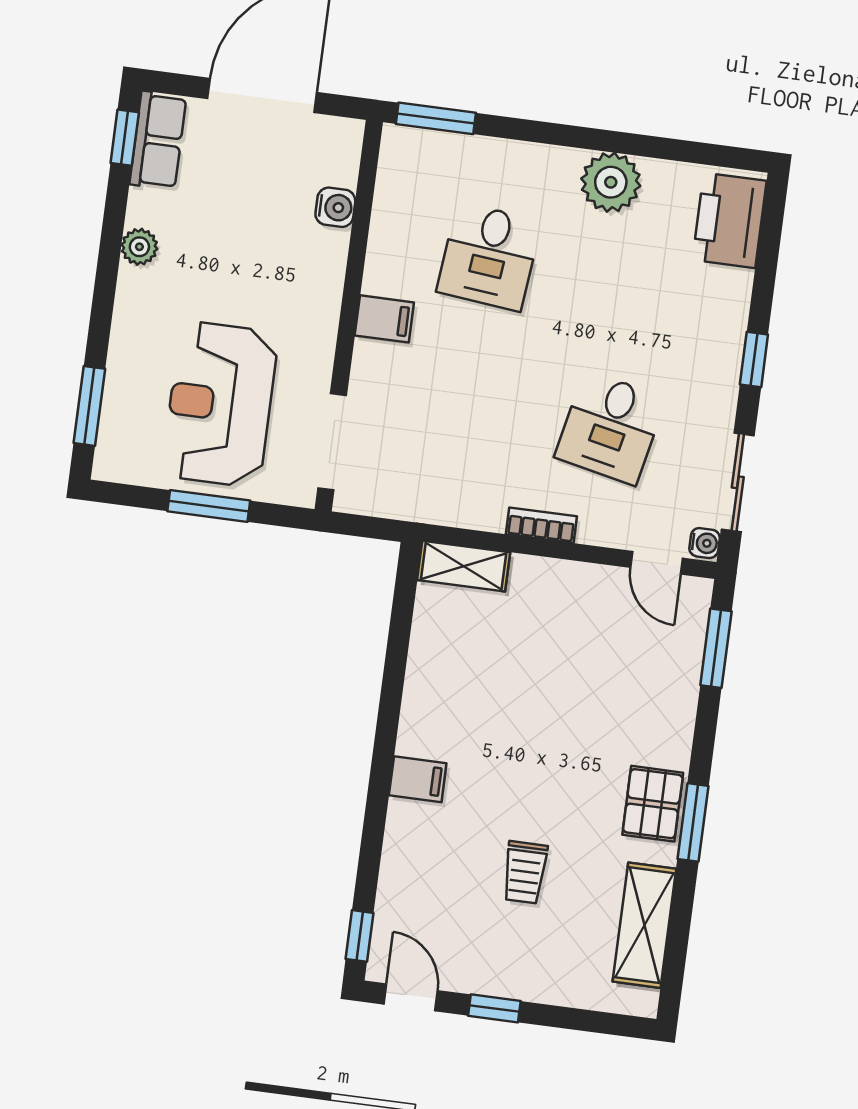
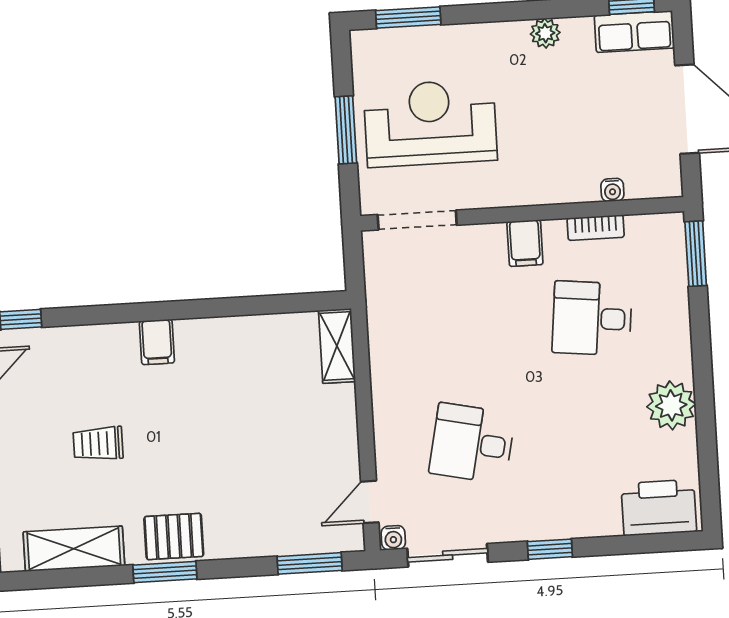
water cooler: (335, 207) -> (612, 190), width x0.72, depth x0.72
bookcase: (541, 525) -> (596, 228), moved, turned 90

